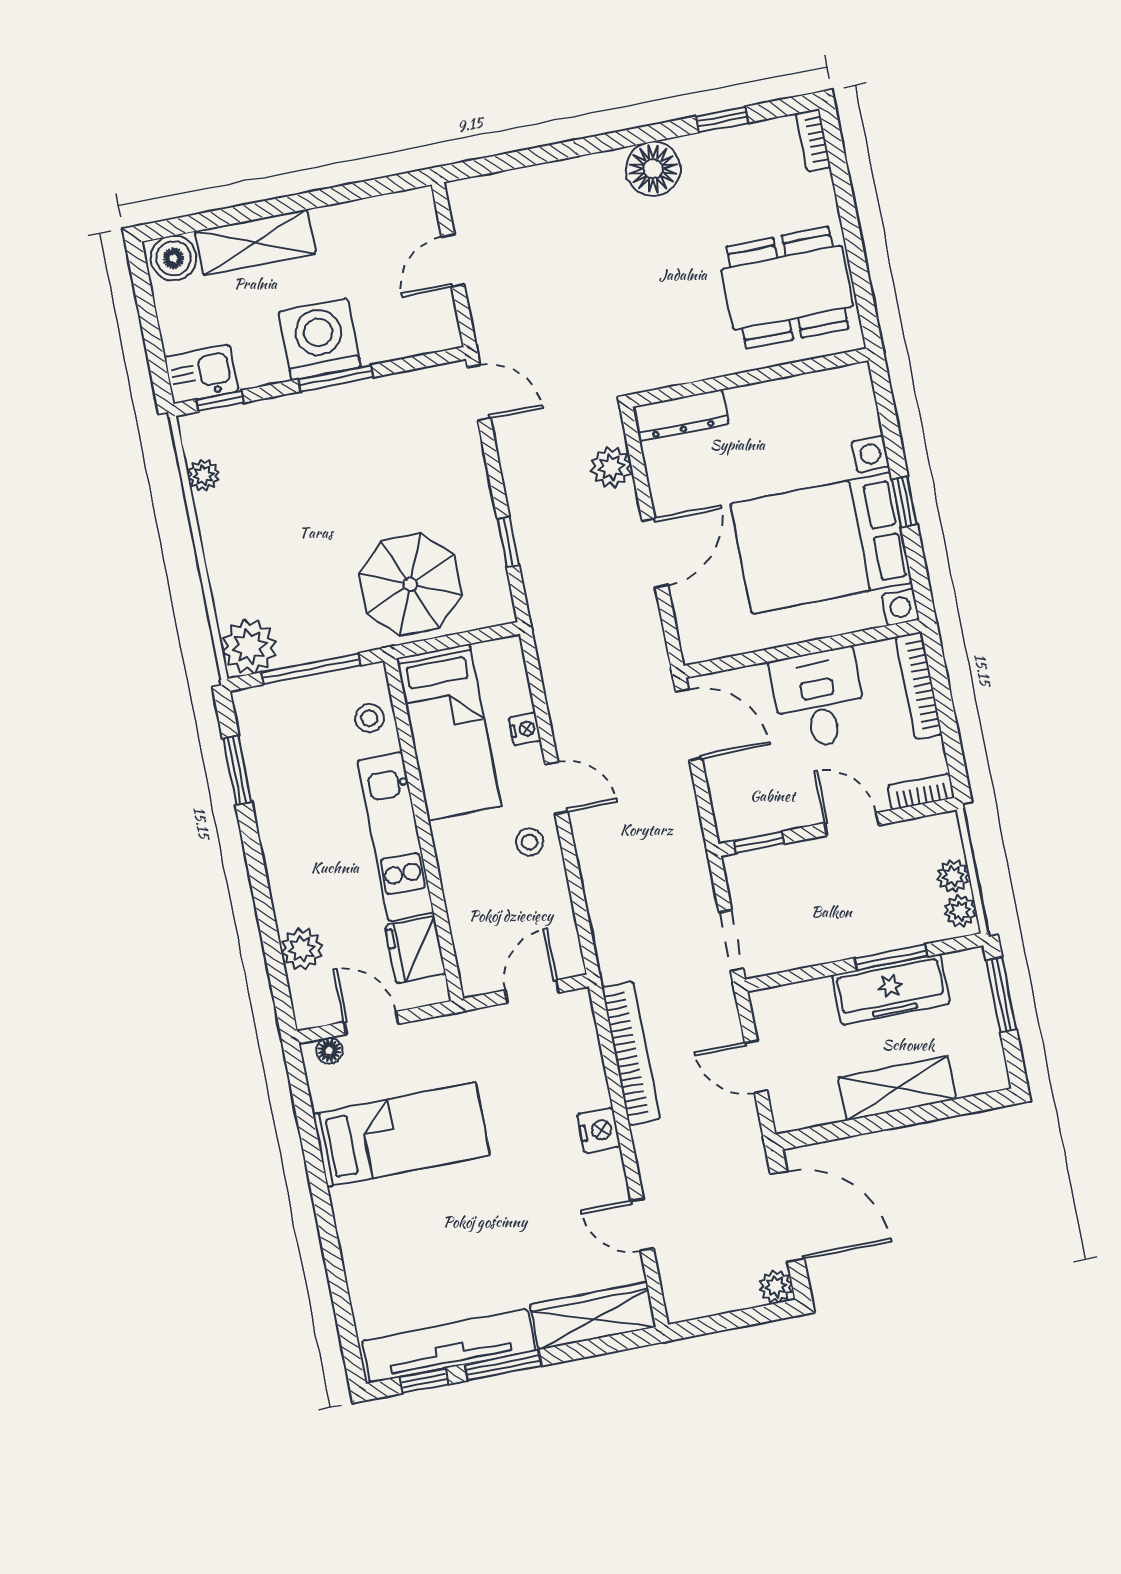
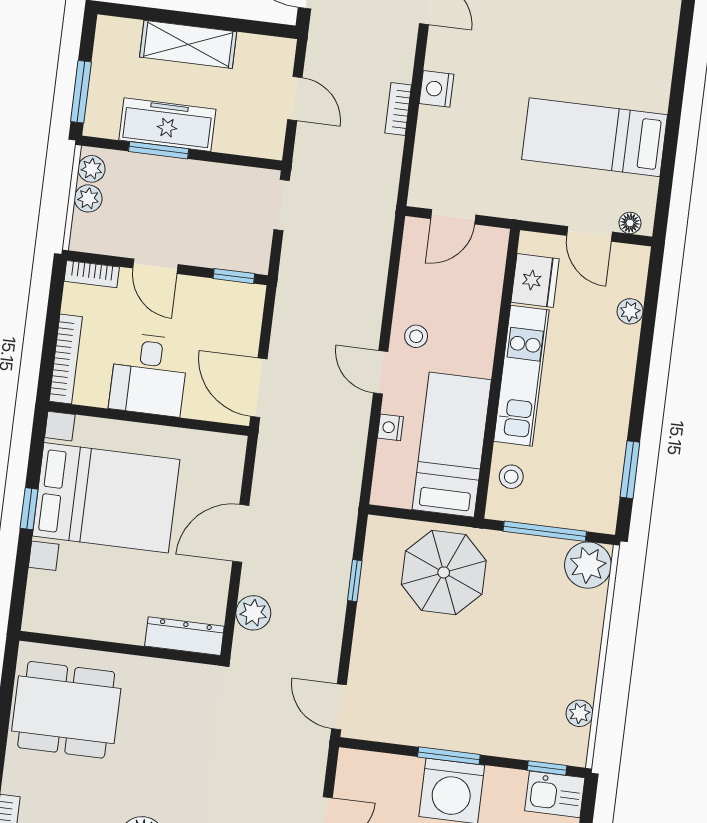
plant: (302, 949) -> (630, 311), width x0.73, depth x0.73
bookcase: (631, 1053) -> (398, 109), width x0.43, depth x0.76

